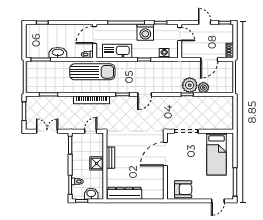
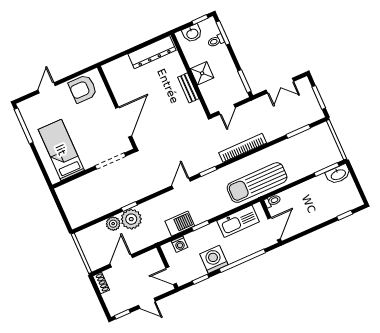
washbasin: (58, 53) -> (338, 174), moved
barbecue: (158, 67) -> (180, 224), added
door: (218, 201) -> (47, 88), moved

